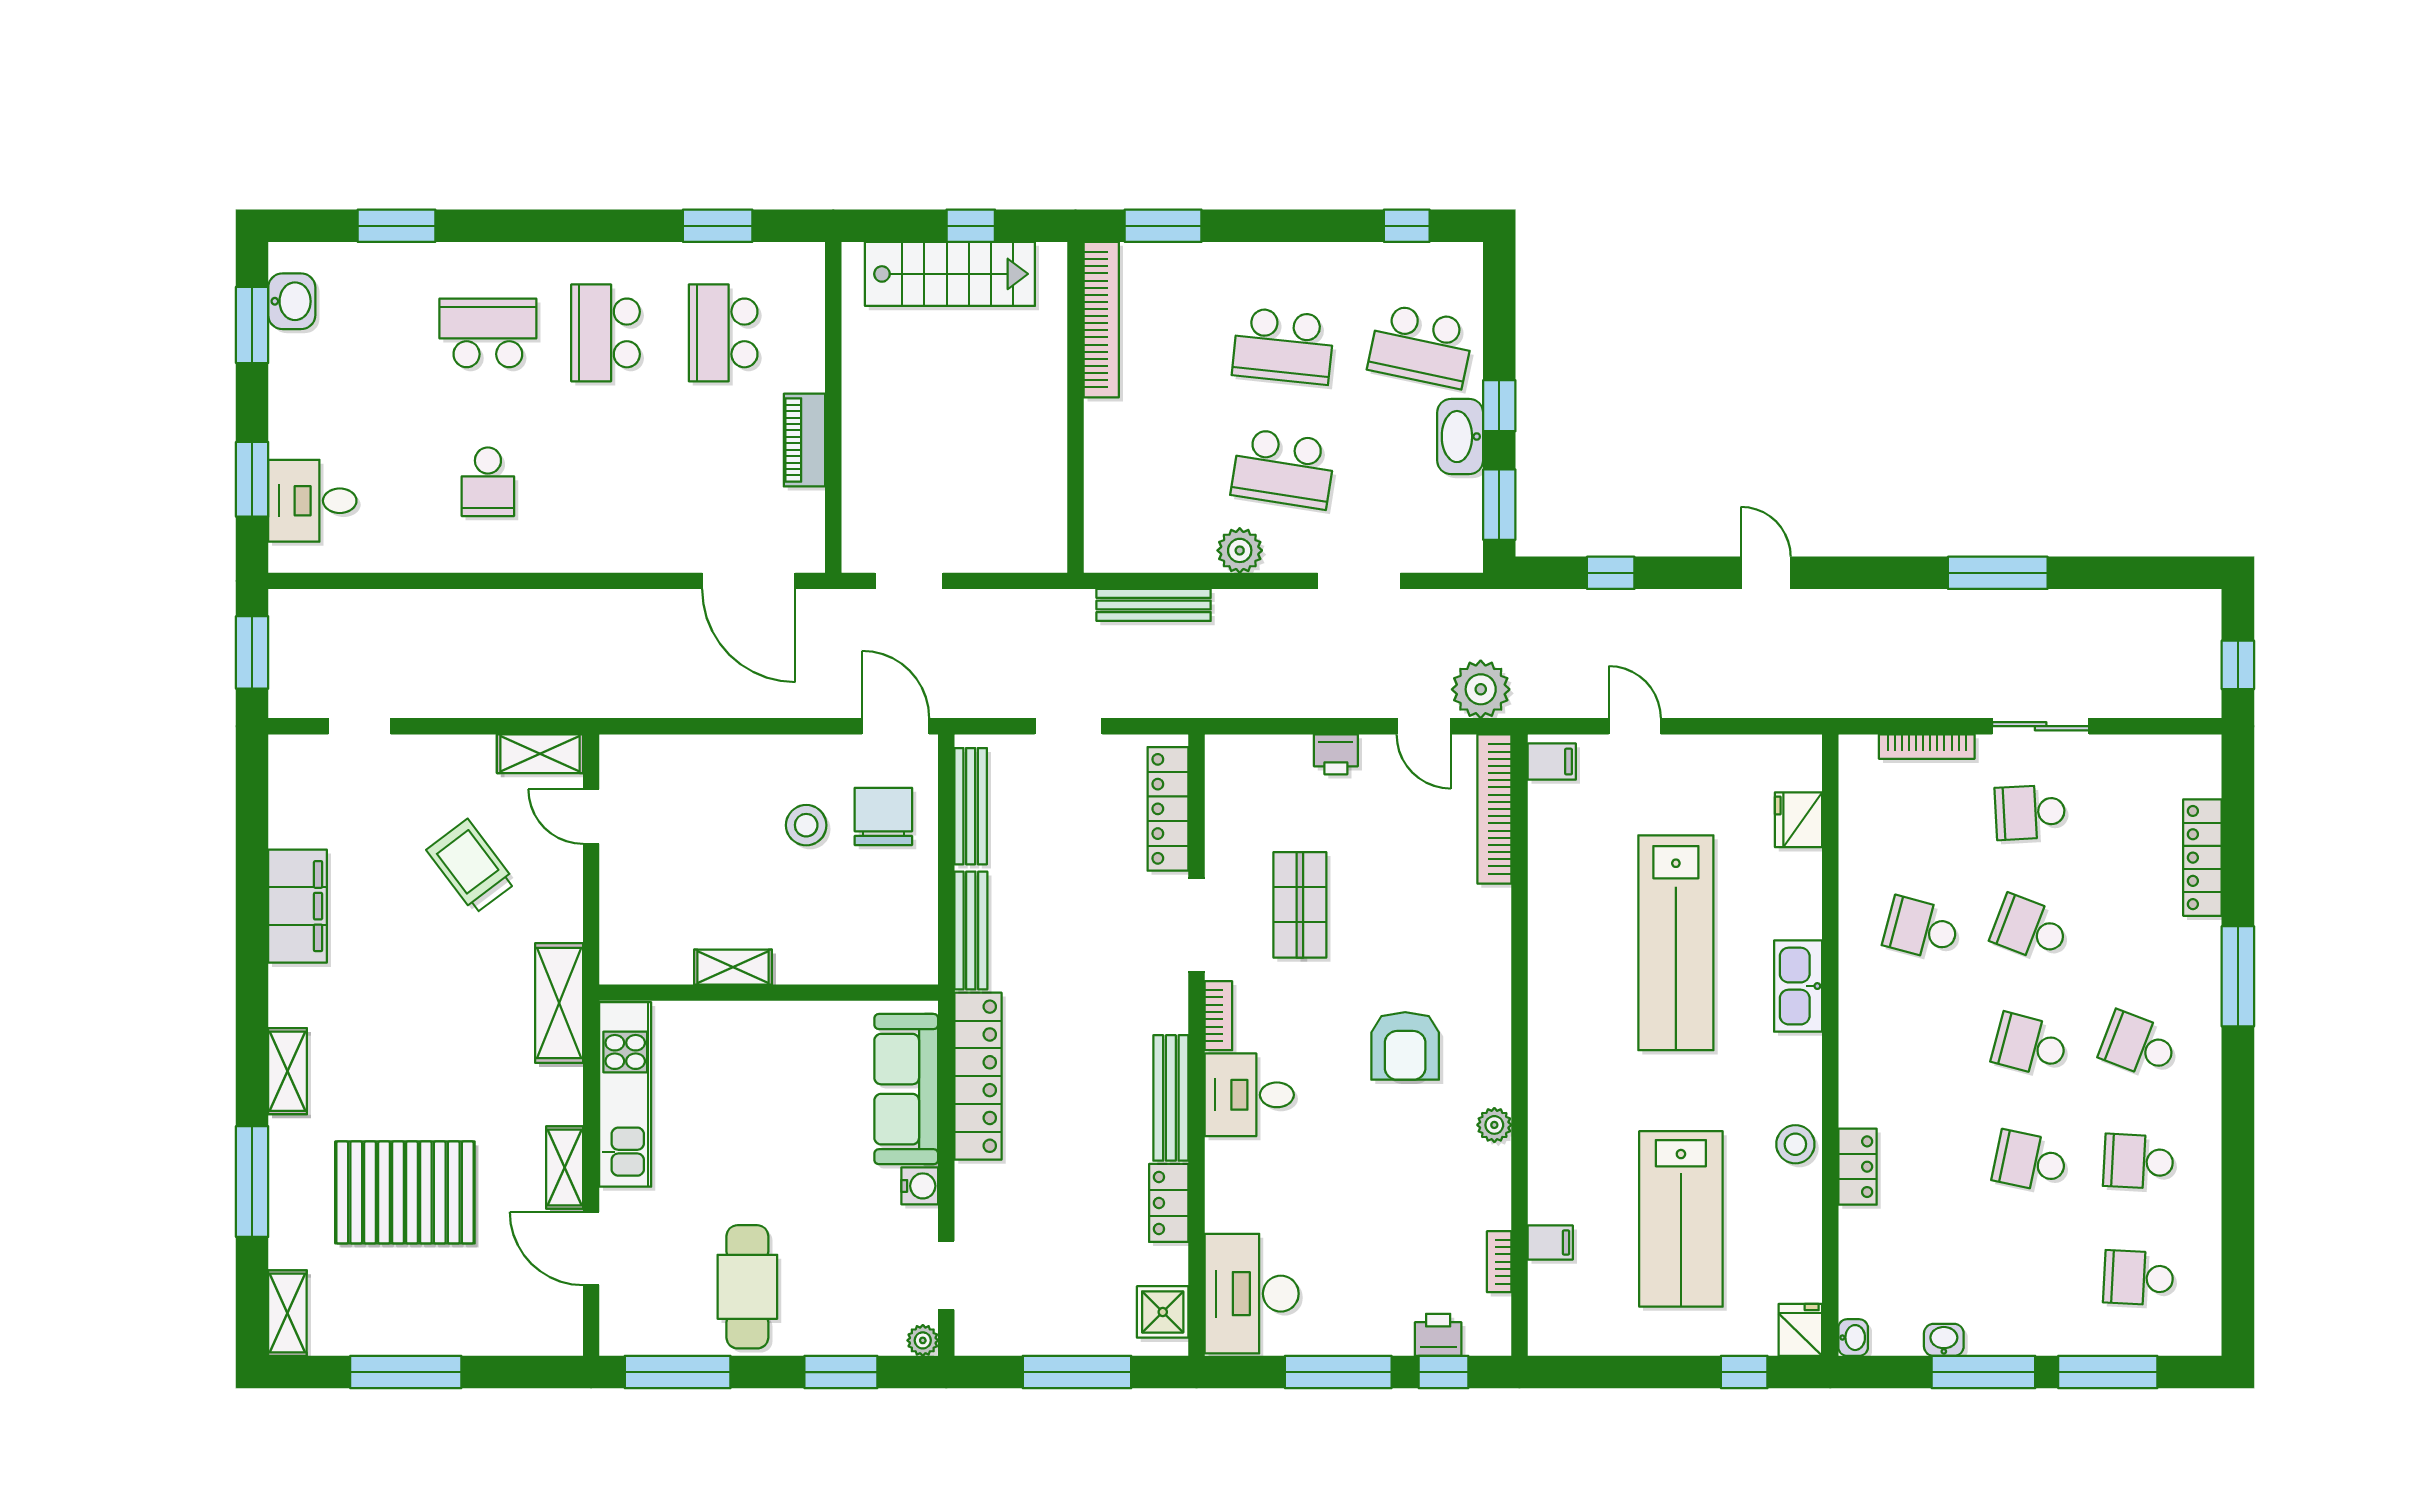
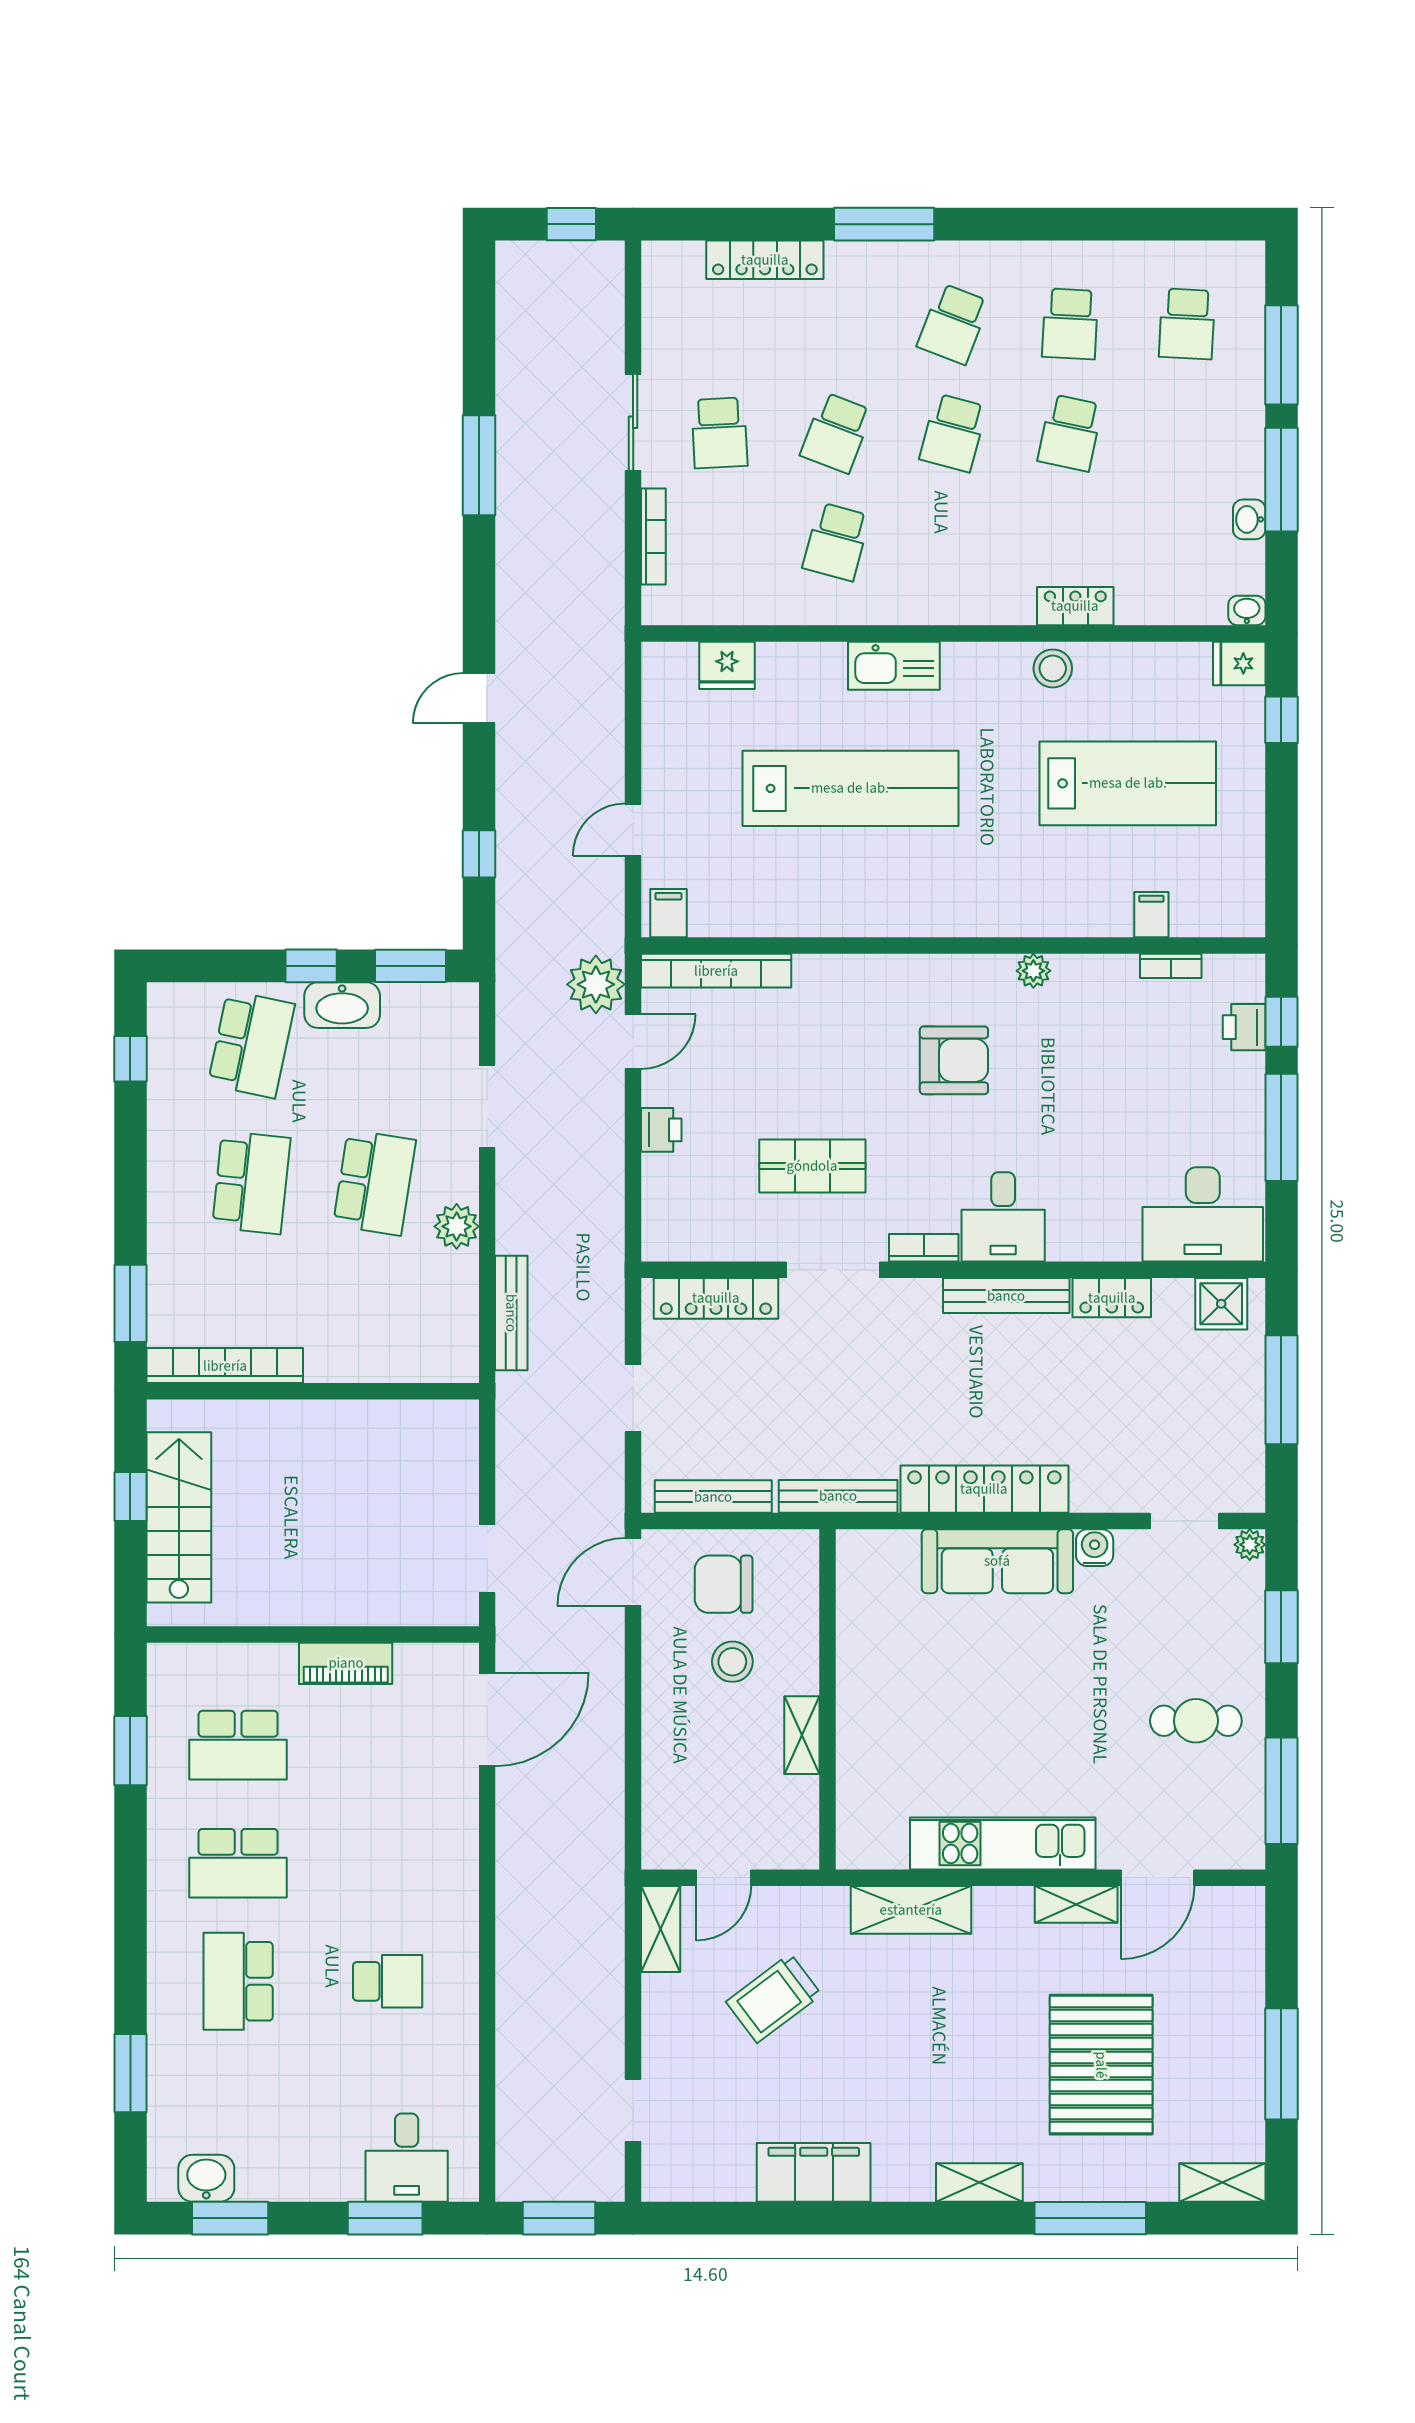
shelving: (733, 967) -> (802, 1735), moved
wall: (769, 993) -> (828, 1699), moved
cafe table: (747, 1287) -> (1196, 1721), width x0.73, depth x0.74

